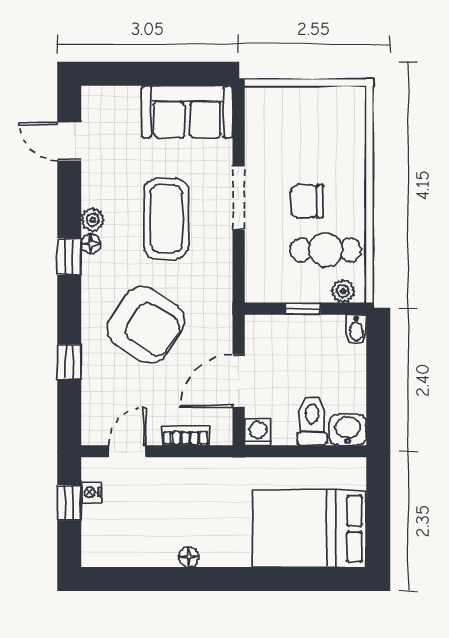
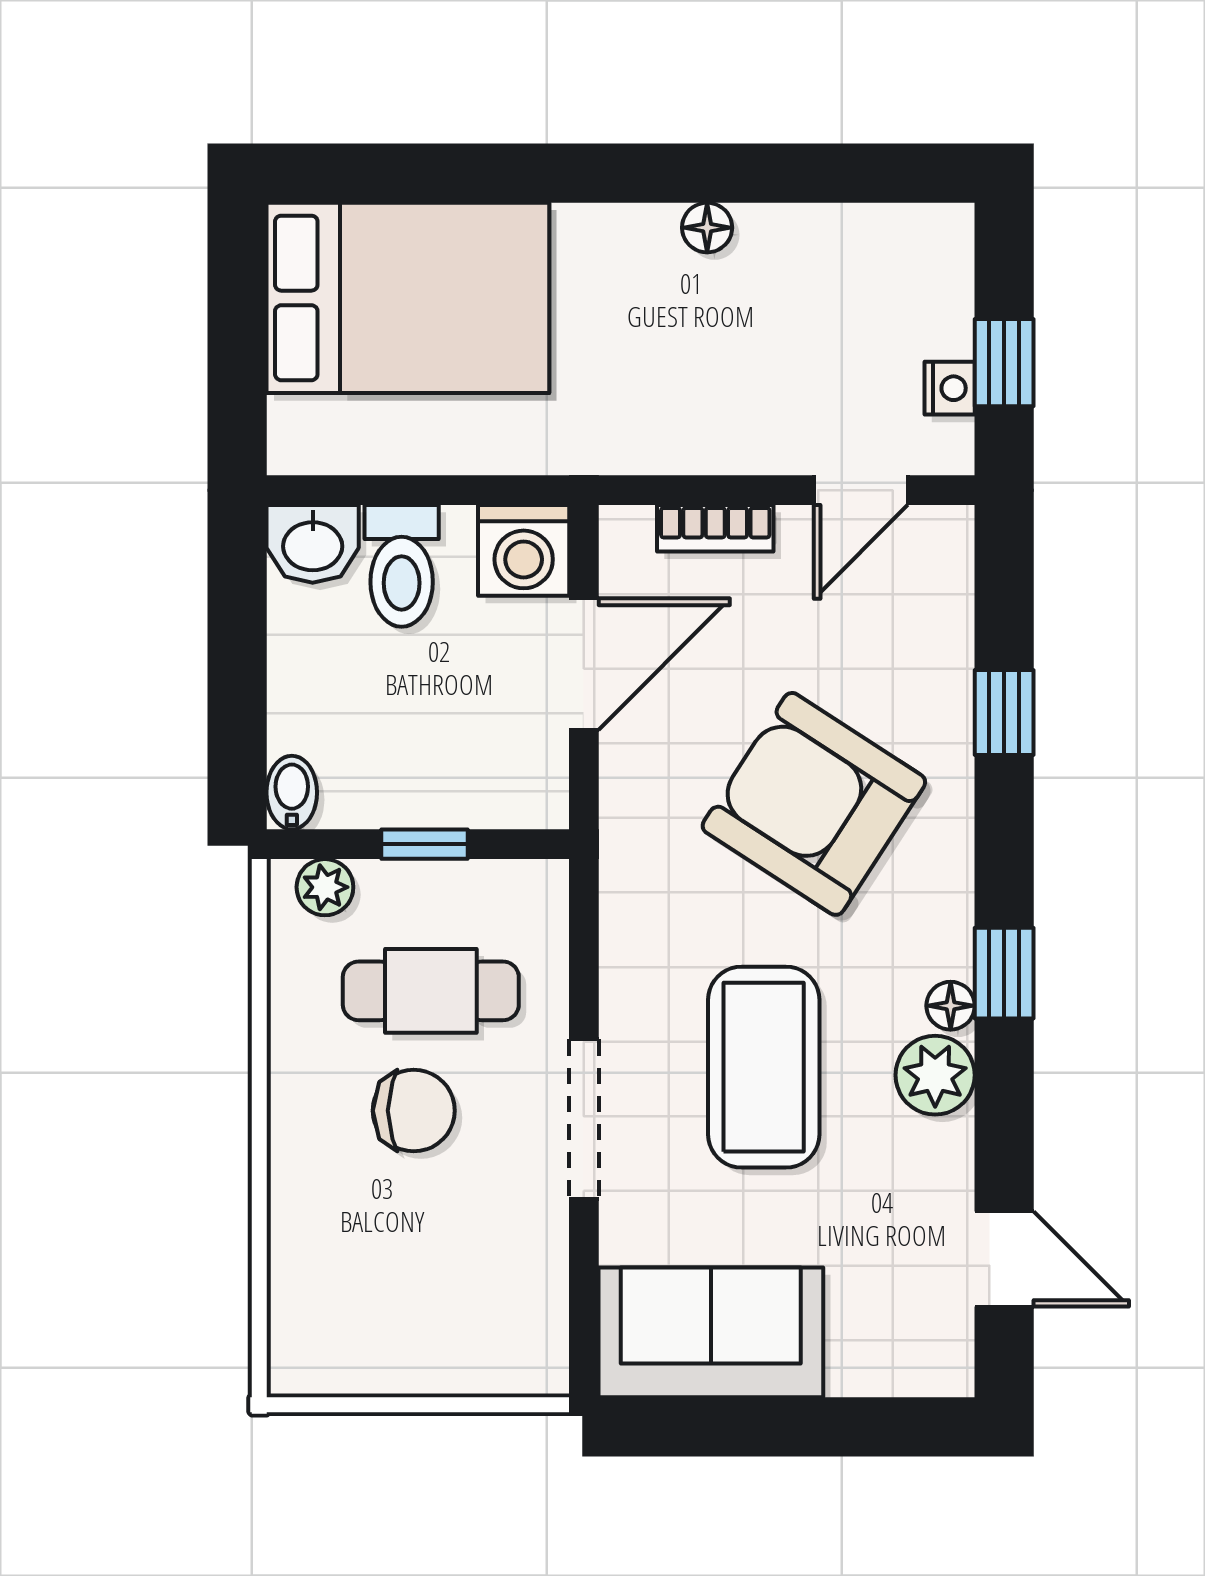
plant: (93, 220) -> (935, 1075), width x1.38, depth x1.38
cafe table: (326, 250) -> (431, 991), moved
washing machine: (258, 432) -> (524, 550), width x1.38, depth x1.38

